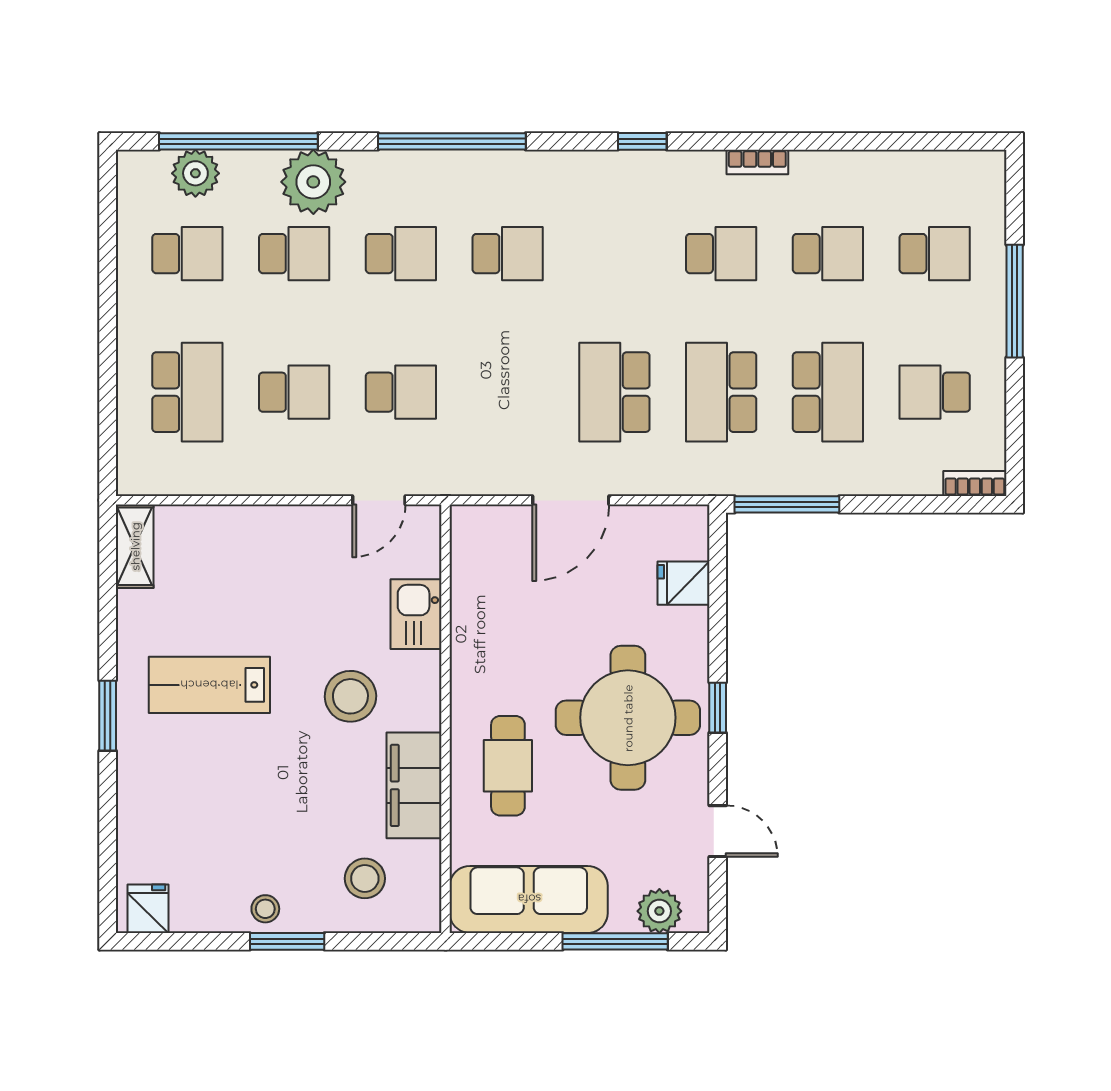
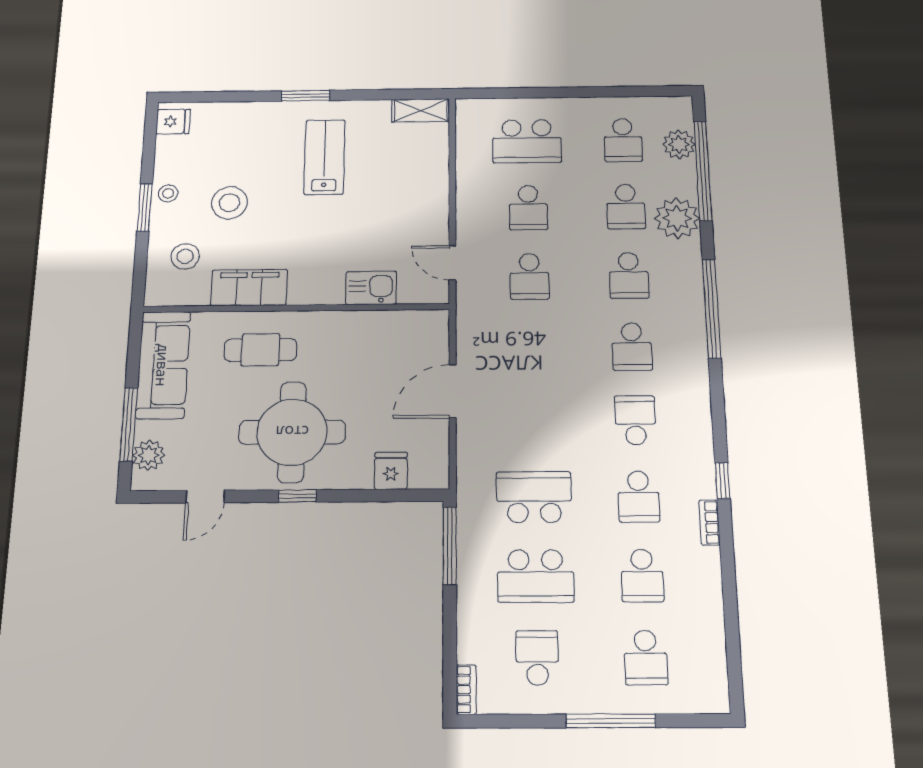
window: (642, 141) -> (723, 481), moved
school desk: (614, 392) -> (635, 420), moved, width x0.54
door: (571, 500) -> (453, 391), hinge flipped
stool: (350, 696) -> (229, 203), moved

